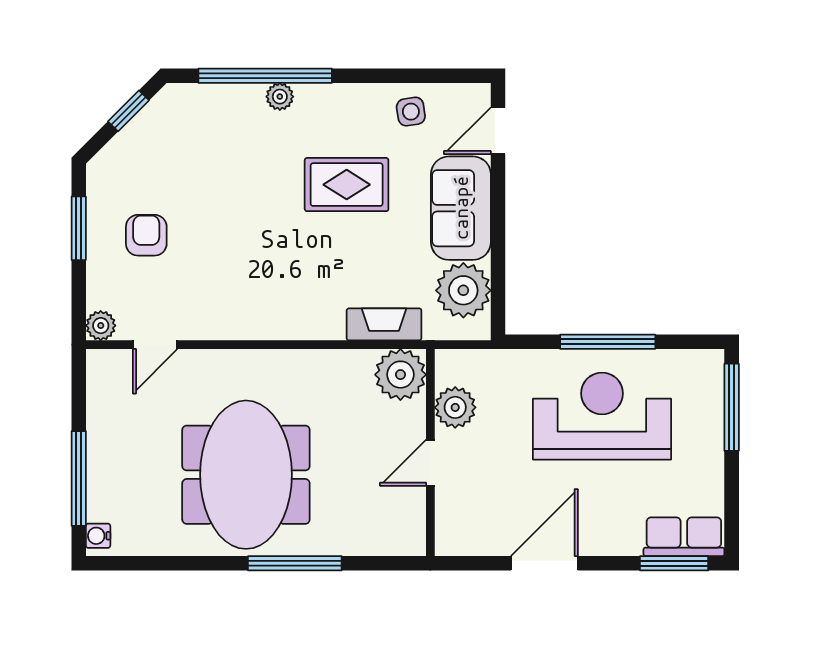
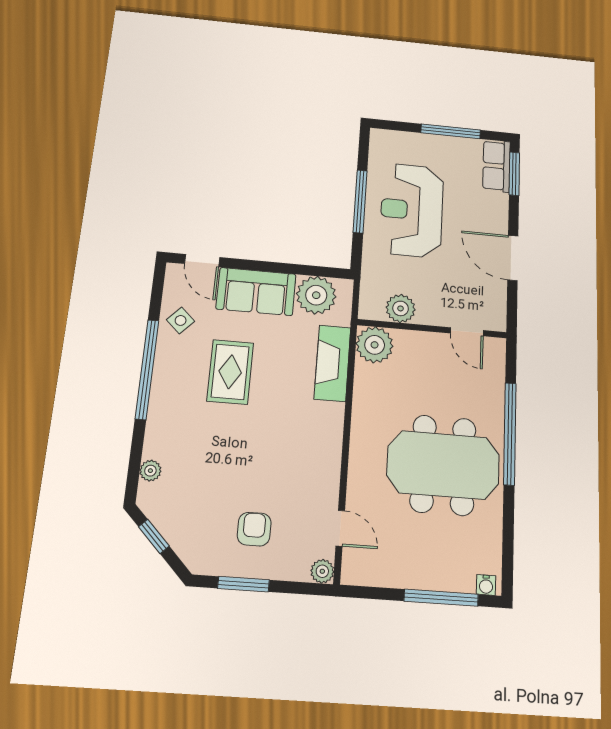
window: (265, 76) -> (147, 369), moved
plant: (280, 97) -> (150, 471), moved
side table: (411, 112) -> (181, 320), turned -38
armchair: (146, 235) -> (254, 529), turned 90
fireplace: (384, 324) -> (332, 363), width x1.37, depth x1.32
window: (732, 407) -> (451, 131), moved
door: (430, 463) -> (467, 332), moved
window: (295, 563) -> (510, 433), width x1.46

